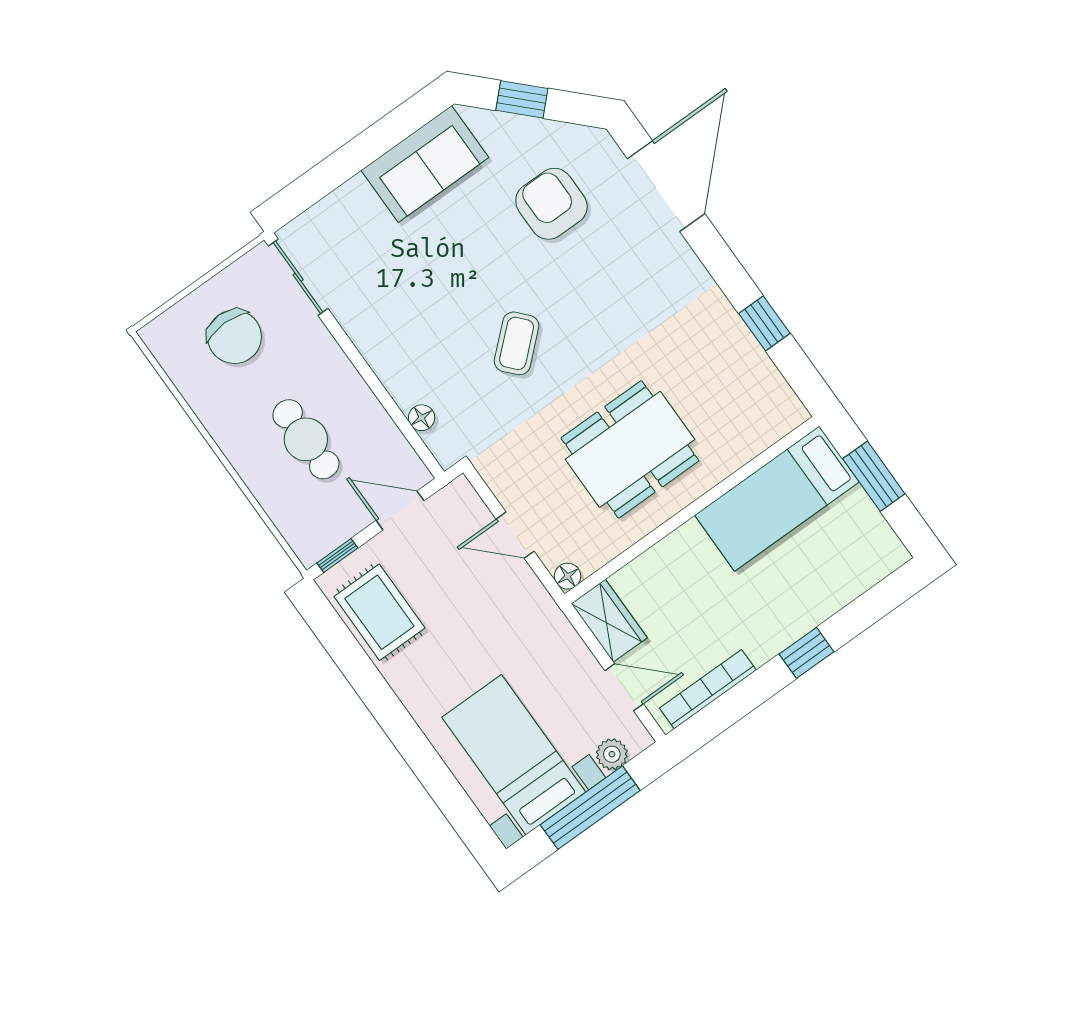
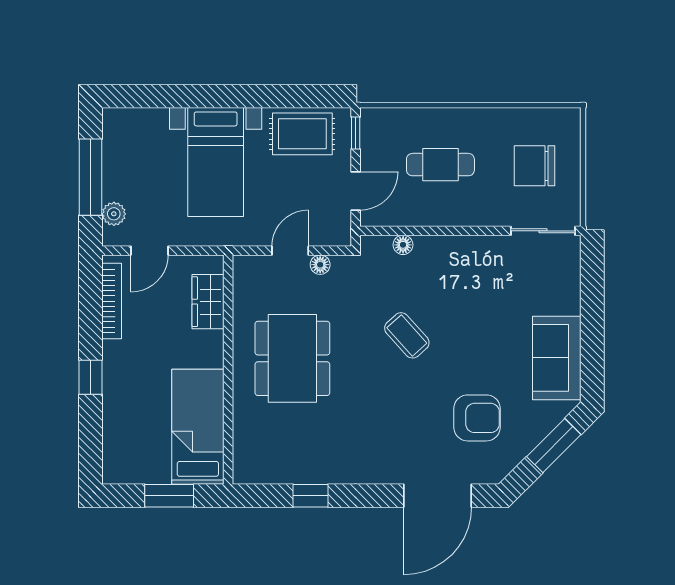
window: (522, 99) -> (554, 446), width x1.50
door: (666, 186) -> (438, 496), hinge flipped
floor lamp: (568, 576) -> (320, 265), moved
wardrobe: (609, 621) -> (208, 302), moved, turned 90
bed with nightstands: (514, 755) -> (216, 162), moved, turned 90

